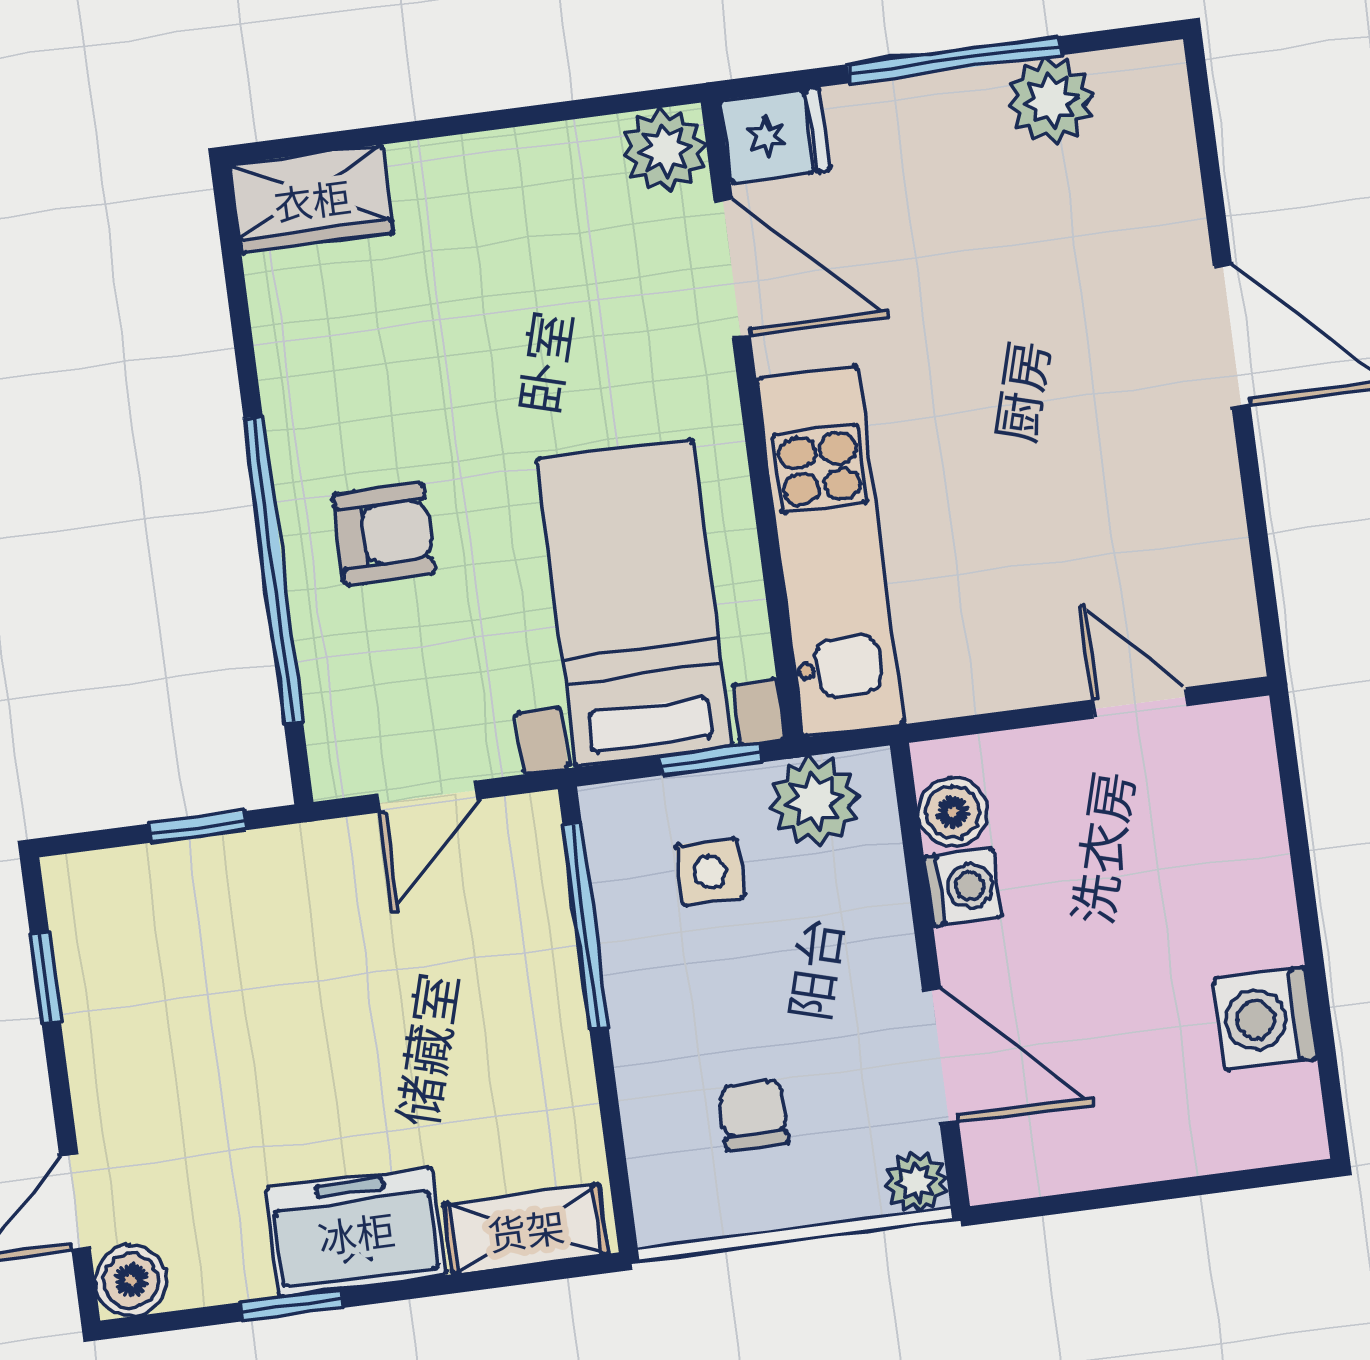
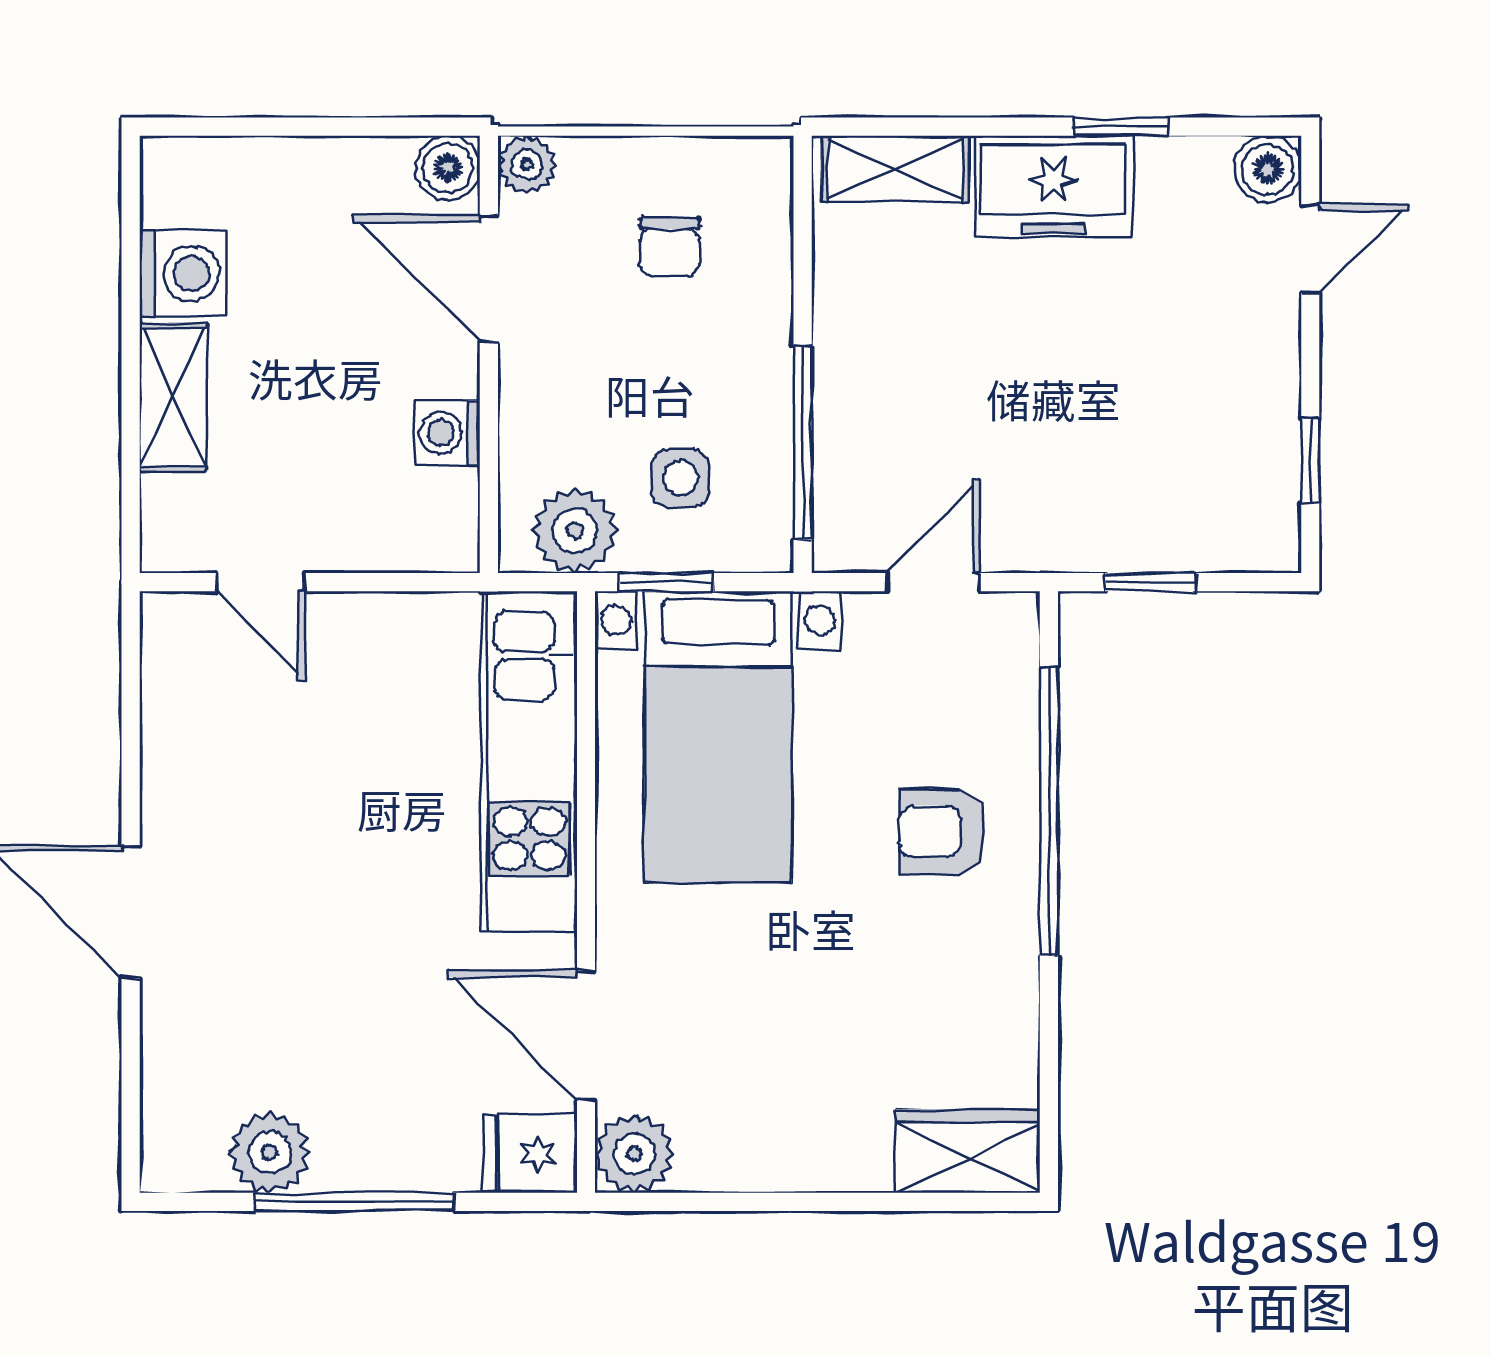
boiler: (953, 812) -> (448, 168), moved
shelving: (1258, 886) -> (173, 397), added

